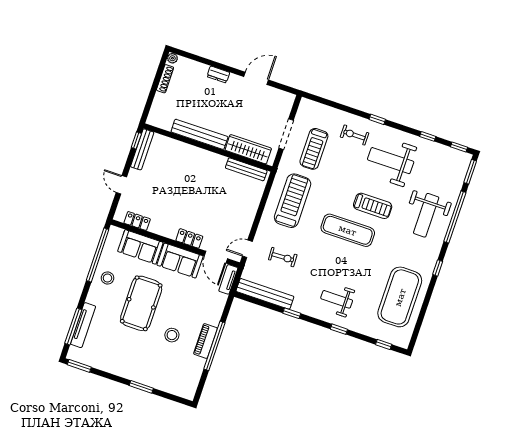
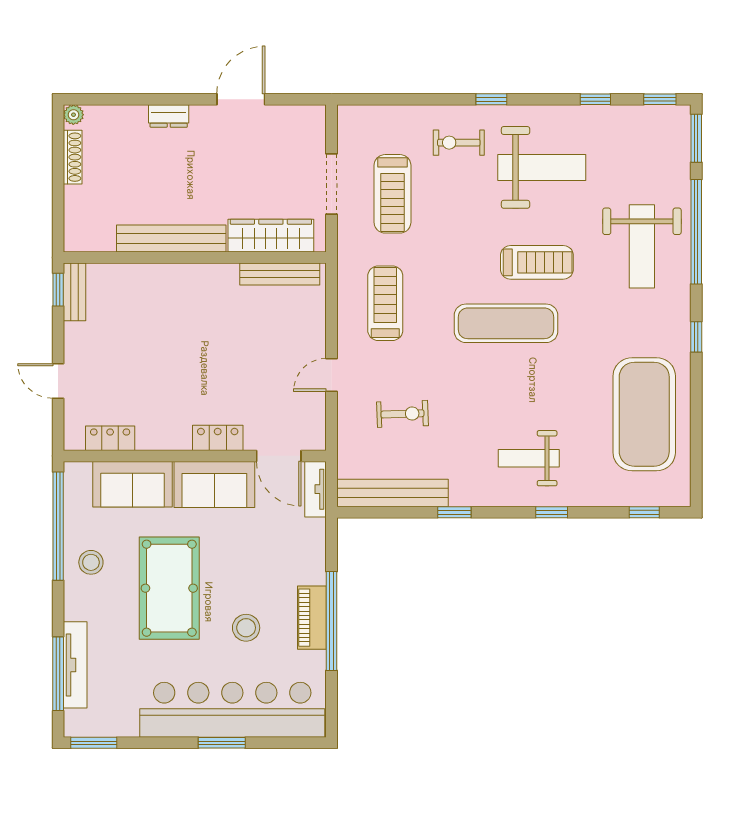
bench: (142, 149) -> (75, 292), width x0.73
weight bench: (391, 161) -> (542, 167), turned 180
treadmill: (293, 201) -> (385, 303), width x0.73, depth x0.73
door: (247, 249) -> (332, 375), moved
bar counter: (152, 373) -> (232, 710), added

